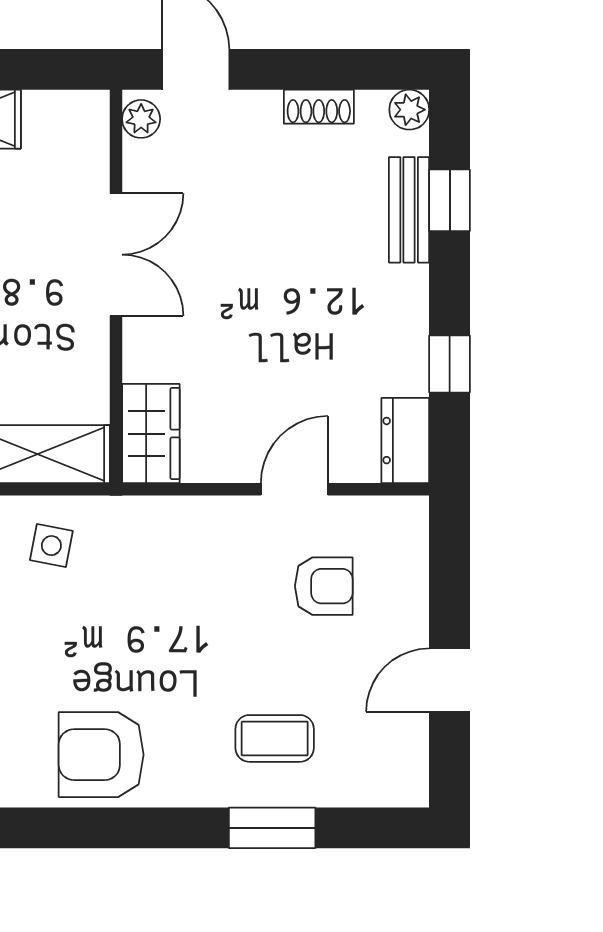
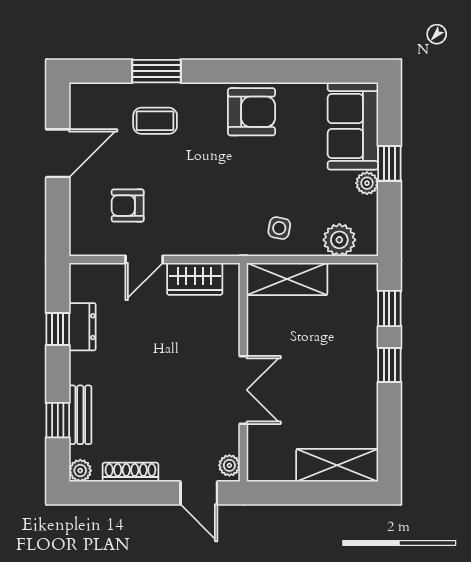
shoe rack: (319, 107) -> (130, 472), width x1.43
double door: (116, 255) -> (243, 390), swing flipped
wardrobe: (151, 434) -> (195, 279), moved, turned -90
dresser: (405, 441) -> (82, 327), moved
door: (450, 680) -> (58, 153), width x1.38

